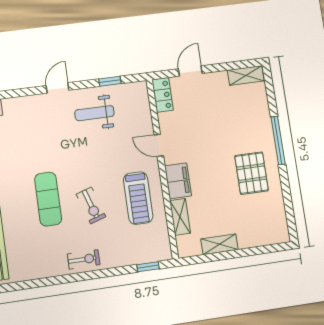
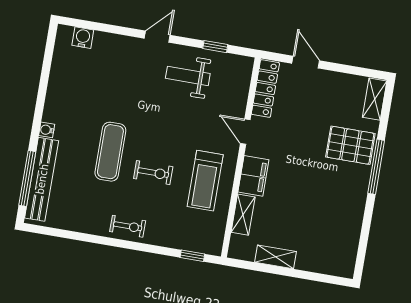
door: (190, 71) -> (306, 62), hinge flipped
shelving: (246, 75) -> (375, 99), moved, turned 90
locker: (163, 95) -> (265, 89), width x1.53
pallet: (252, 173) -> (350, 145), moved, turned 90
exercise bike: (91, 205) -> (153, 173), turned -72

